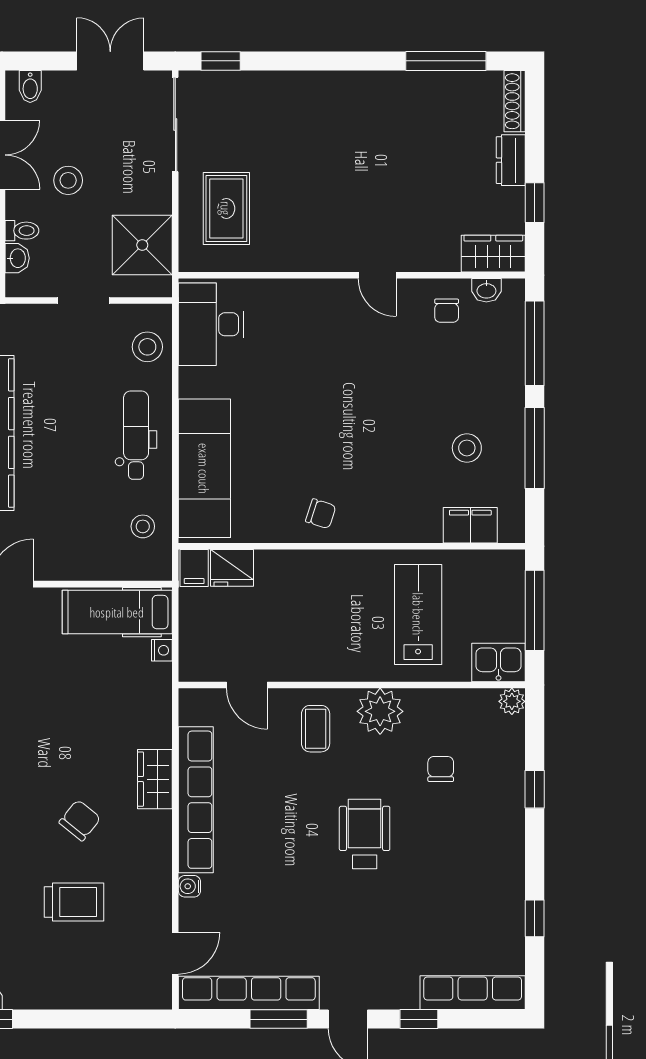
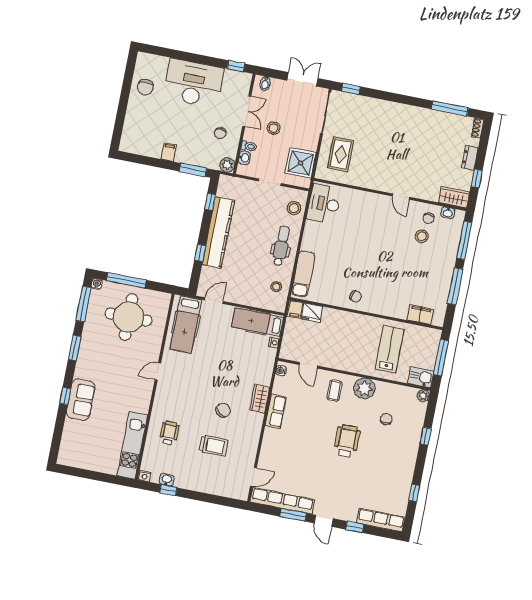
shoe rack: (515, 101) -> (477, 128), width x0.70
stool: (467, 448) -> (422, 236), moved
exam couch: (204, 468) -> (303, 274), width x0.73, depth x0.69
row of seats: (196, 800) -> (276, 411), width x0.50
water cooler: (189, 886) -> (281, 371), moved

